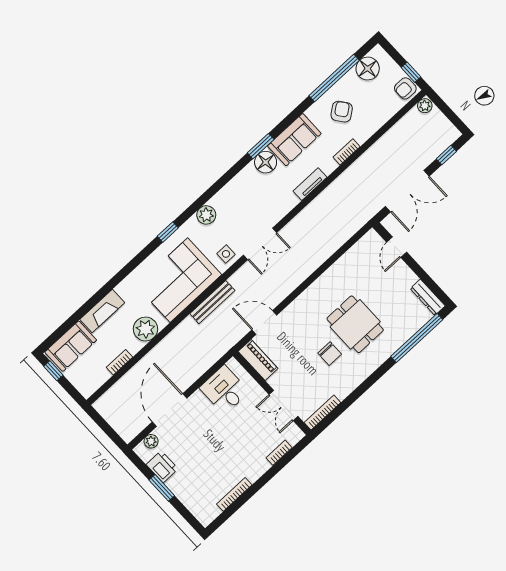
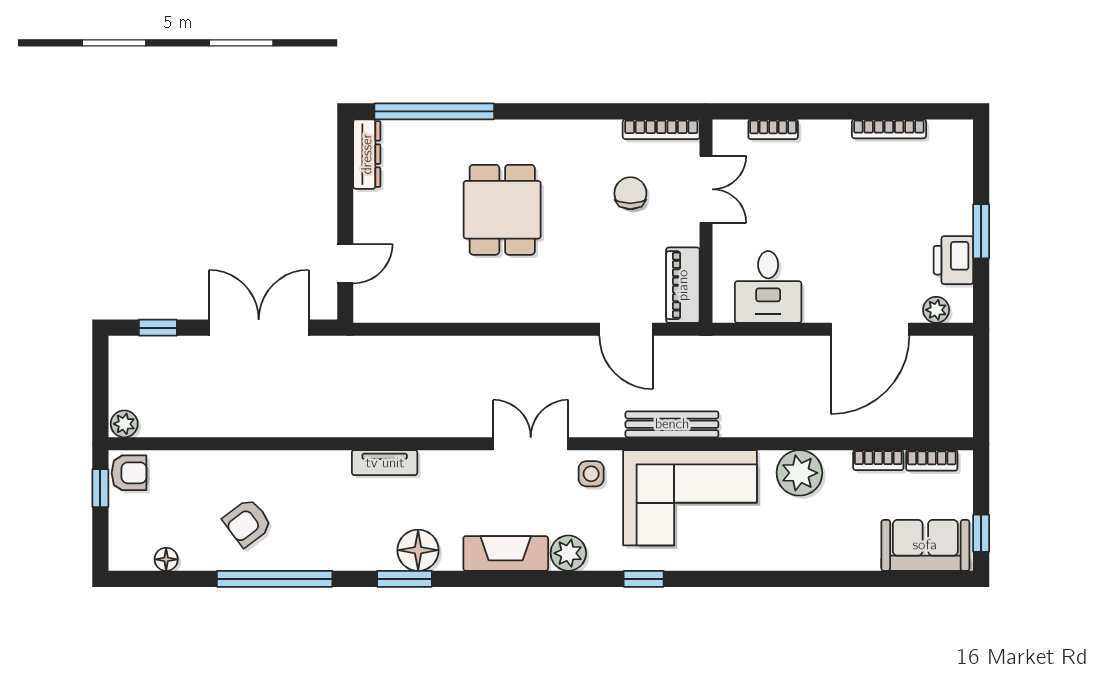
floor lamp: (368, 69) -> (166, 559), width x0.53, depth x0.53
window: (334, 78) -> (275, 579), moved
sofa: (294, 140) -> (349, 544), removed
bookcase: (347, 152) -> (932, 460), moved
fireplace: (102, 311) -> (506, 553), moved
chair: (330, 354) -> (630, 193), moved

